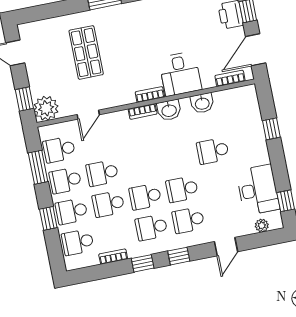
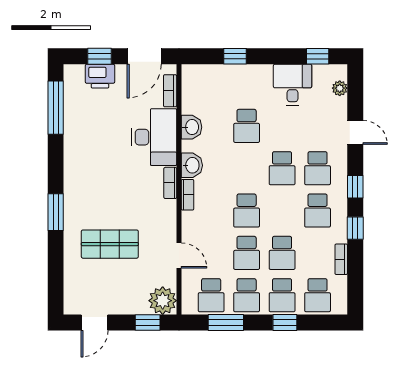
door: (256, 50) -> (144, 56), hinge flipped
desk: (180, 74) -> (154, 137), width x1.37
desk: (258, 190) -> (293, 85), width x0.73
school desk: (145, 197) -> (247, 211), moved

